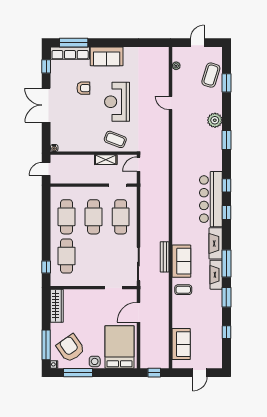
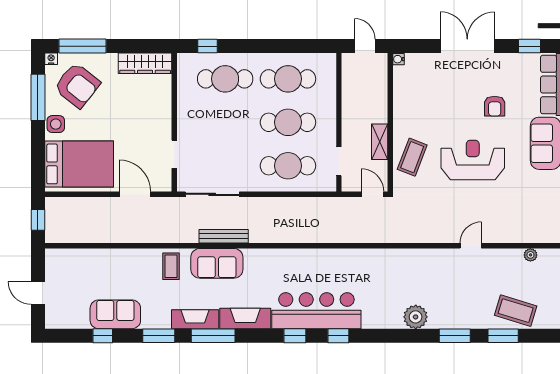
plant: (215, 120) -> (416, 317), moved
window: (226, 140) -> (455, 336), moved
sofa: (181, 344) -> (115, 314), moved, turned 180
armchair: (71, 348) -> (77, 85), turned 73

